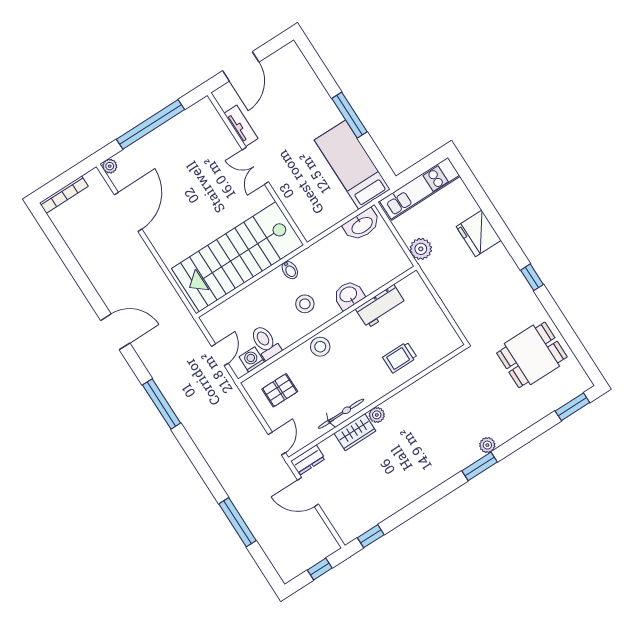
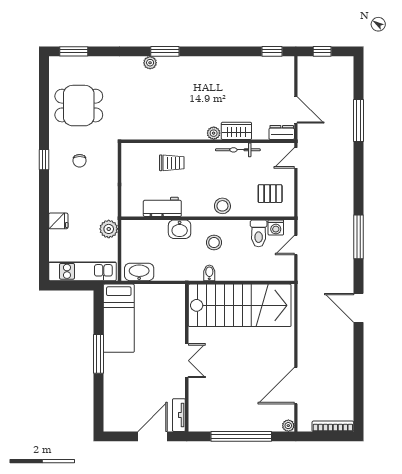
tv unit: (241, 126) -> (179, 415), moved
fridge: (479, 233) -> (58, 221), width x0.53, depth x0.75
chair: (495, 299) -> (80, 161), added

